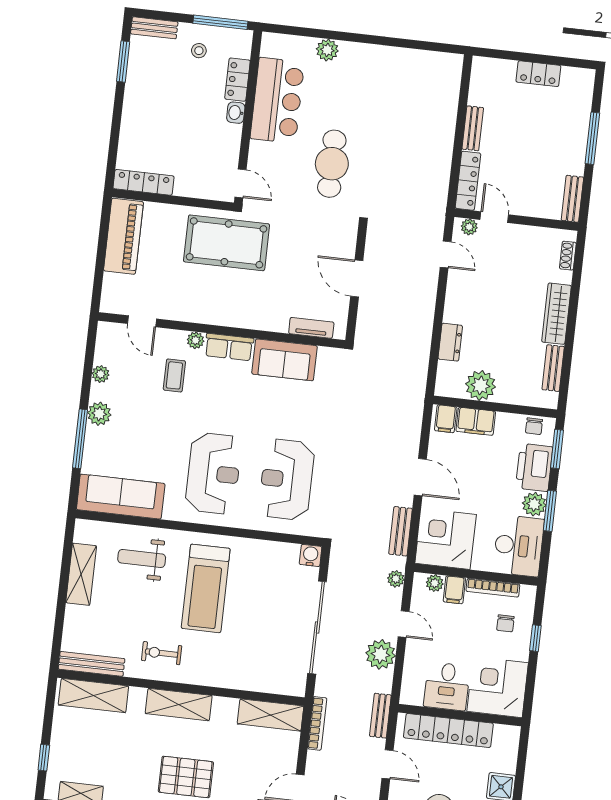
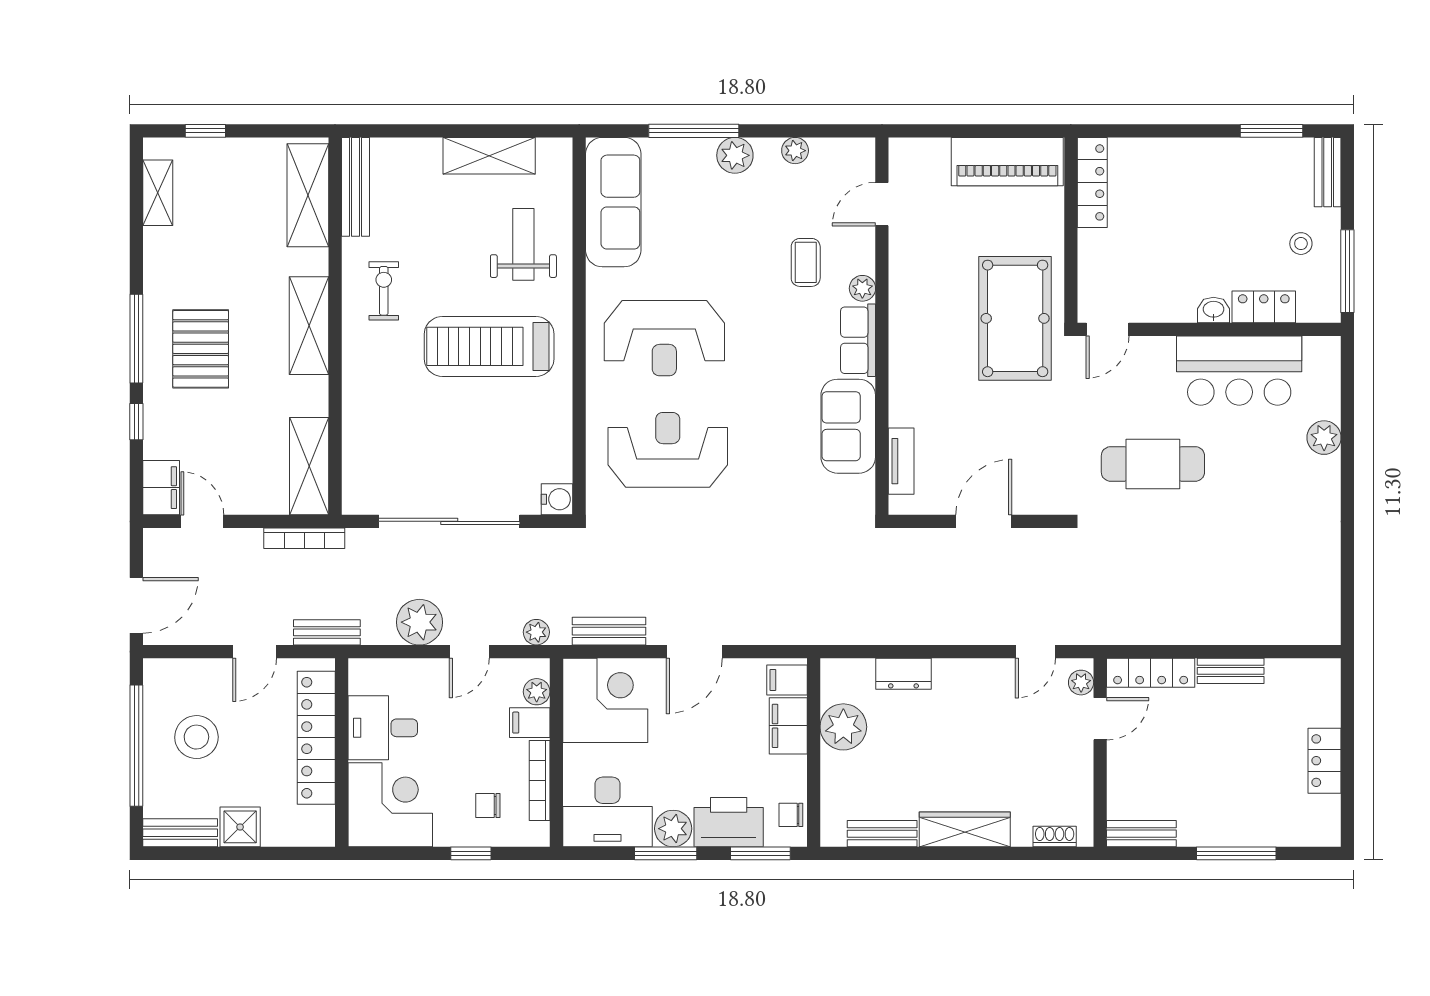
coffee table: (174, 375) -> (806, 262), turned 90

